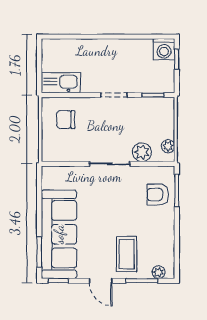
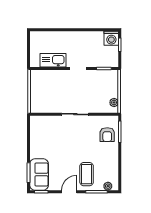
kitchen sink: (61, 83) -> (53, 60), moved
chair: (66, 120) -> (46, 85), removed
plant: (142, 152) -> (97, 107), removed
armchair: (158, 195) -> (107, 135), turned -90
sofa: (59, 234) -> (39, 175), width x0.54, depth x0.79
door: (101, 281) -> (69, 192), swing flipped

